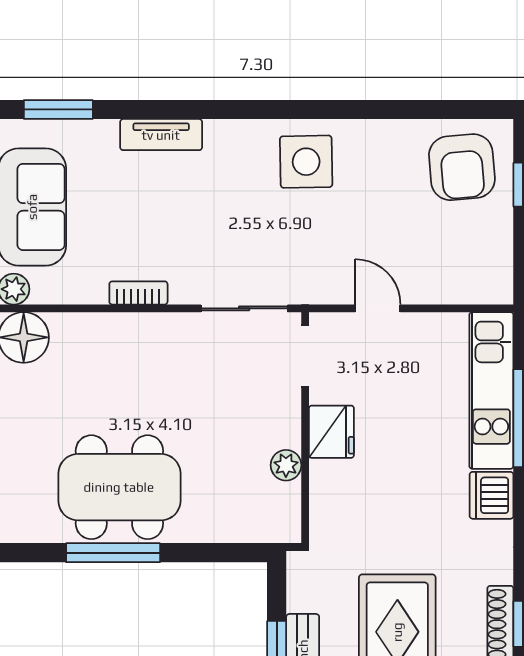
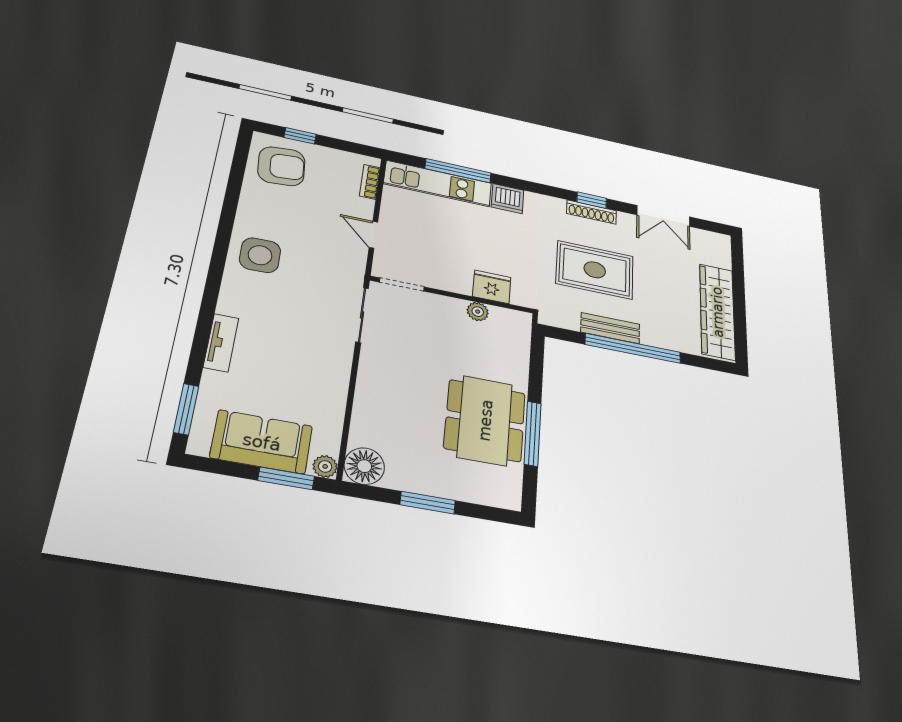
bookcase: (138, 293) -> (370, 182), moved
door: (378, 308) -> (373, 235), hinge flipped
fridge: (331, 432) -> (492, 287), moved

